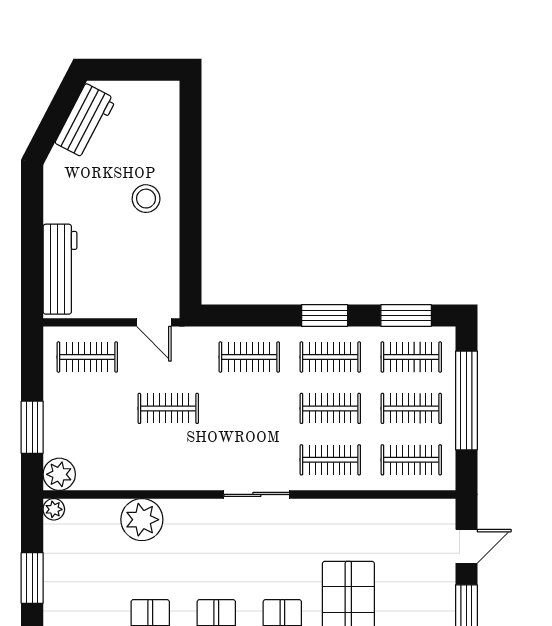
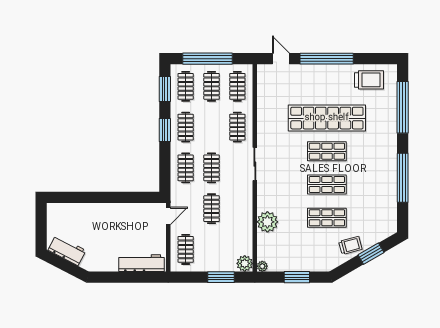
stool: (146, 199) -> (106, 220), removed
clothes rail: (330, 408) -> (212, 168), moved

